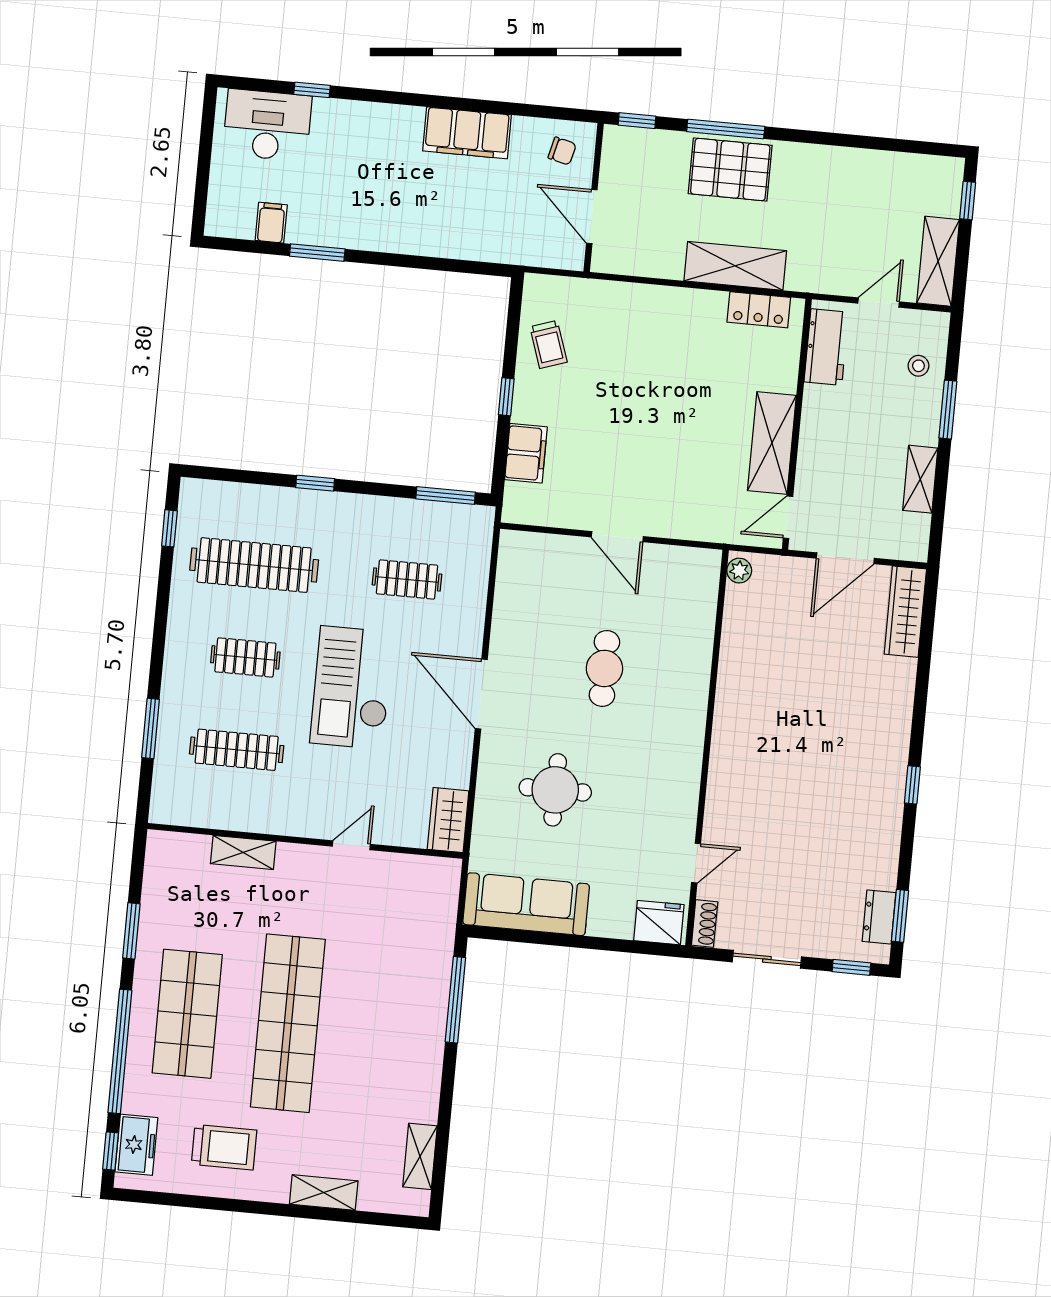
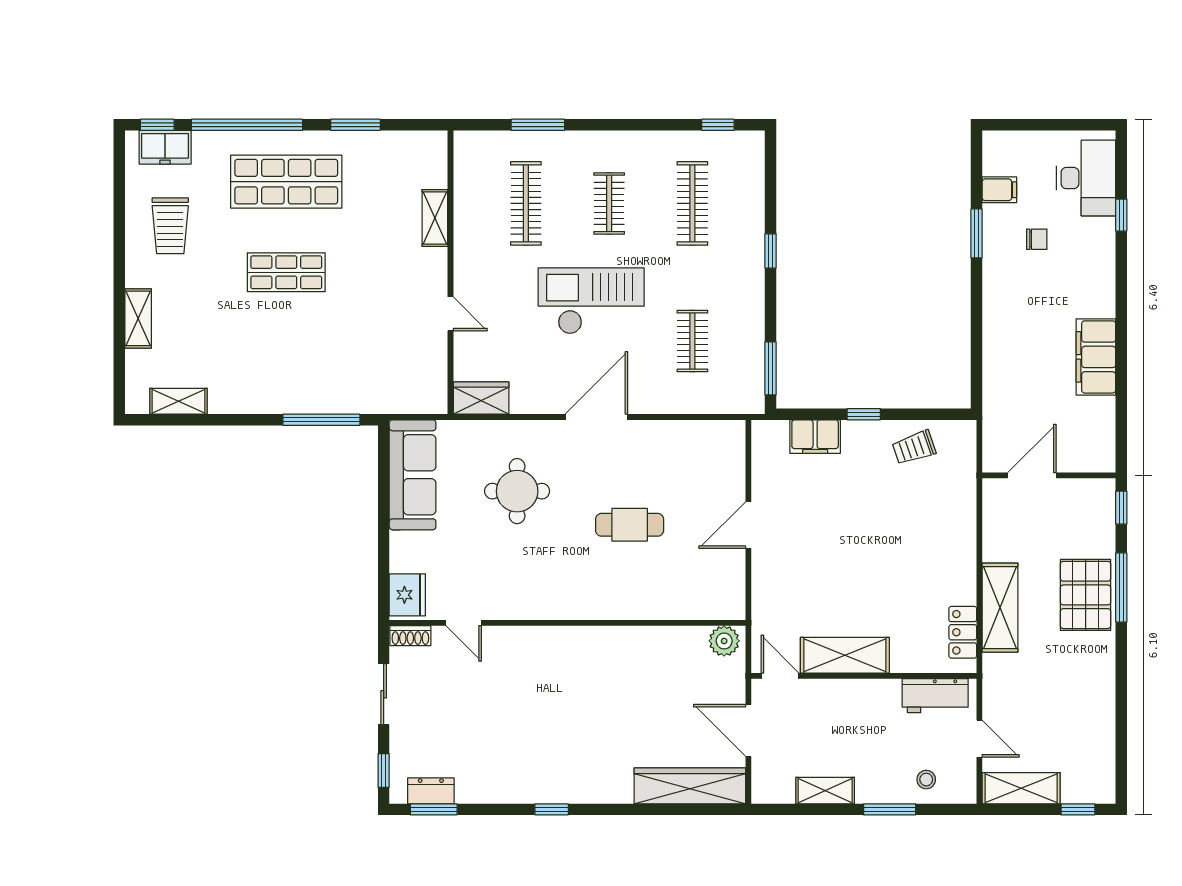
chair: (562, 151) -> (1037, 239), moved, turned -104
clothes rail: (254, 565) -> (692, 203), width x0.73, depth x0.76
plant: (739, 571) -> (724, 641), width x1.38, depth x1.38
wardrobe: (905, 612) -> (690, 786), width x1.40, depth x1.17
shop shelf: (288, 1023) -> (286, 272), width x0.50, depth x0.74

